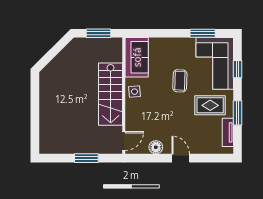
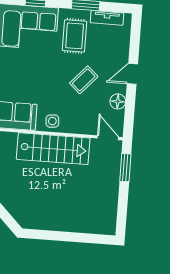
coffee table: (180, 81) -> (84, 80), moved, turned -50
window: (86, 158) -> (125, 168), moved

